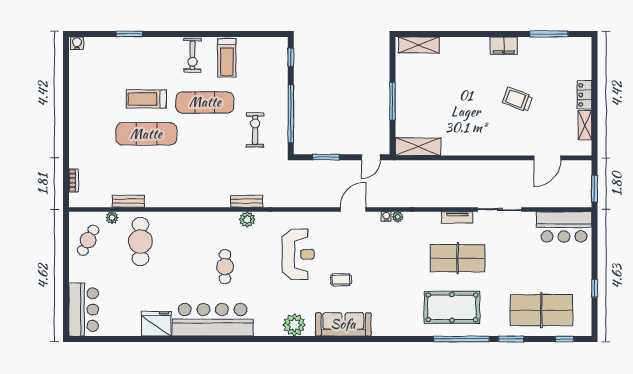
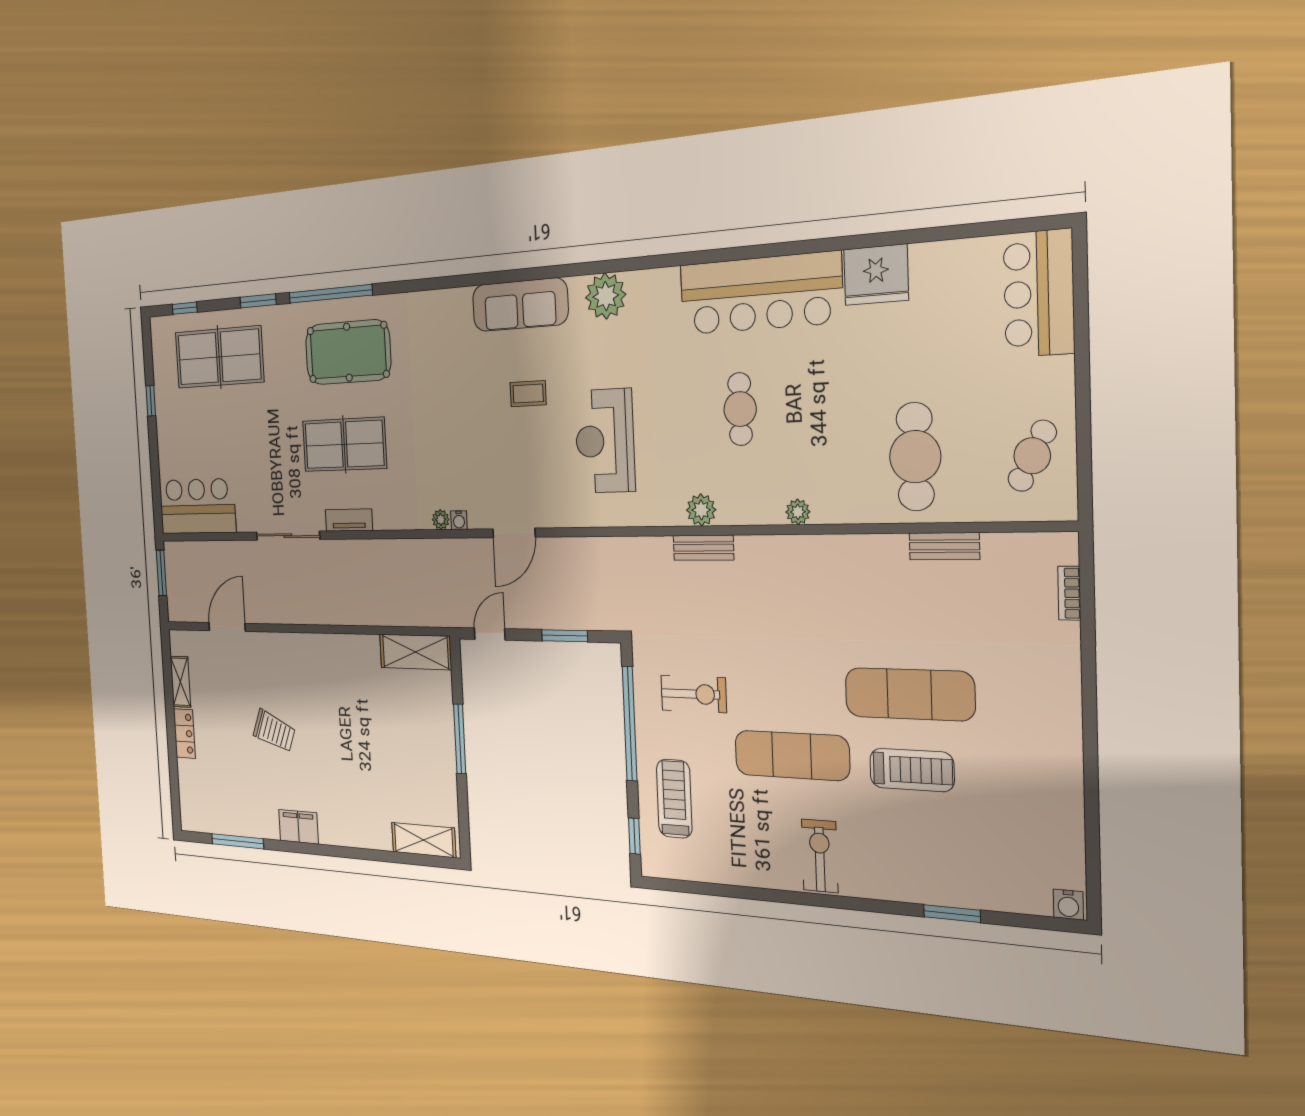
treadmill: (227, 58) -> (674, 799), moved
exercise bike: (255, 130) -> (694, 694), turned -90
plant: (112, 218) -> (798, 512), moved

